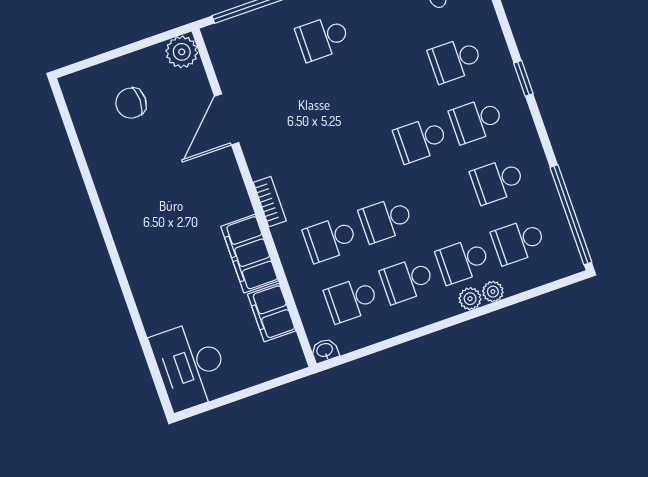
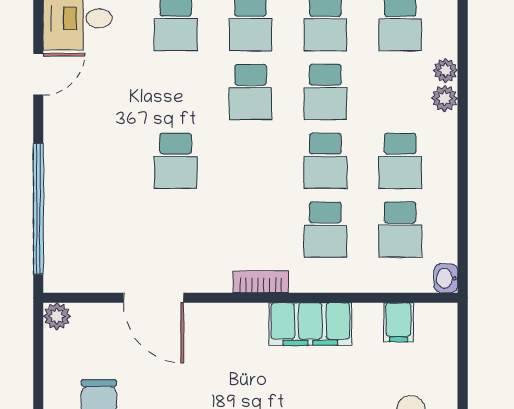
school desk: (323, 38) -> (176, 161), moved
plant: (182, 52) -> (57, 316), width x0.73, depth x0.73
school desk: (463, 261) -> (325, 92), moved
filing cabinet: (272, 312) -> (398, 322), width x0.50

